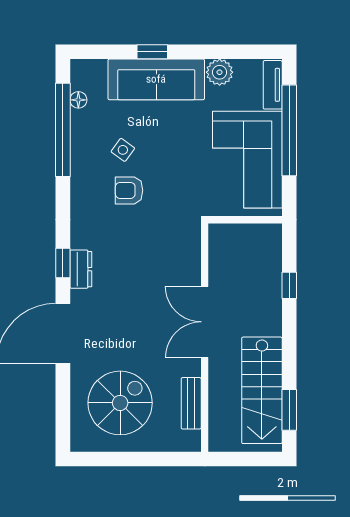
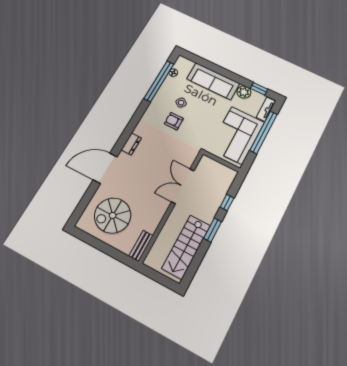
window: (152, 52) -> (259, 89), moved
window: (63, 263) -> (125, 137), removed
double door: (205, 322) -> (183, 186), moved
spiral stairs: (120, 403) -> (113, 215), turned 180
bench: (191, 403) -> (141, 246), moved
window: (289, 410) -> (213, 230), moved

